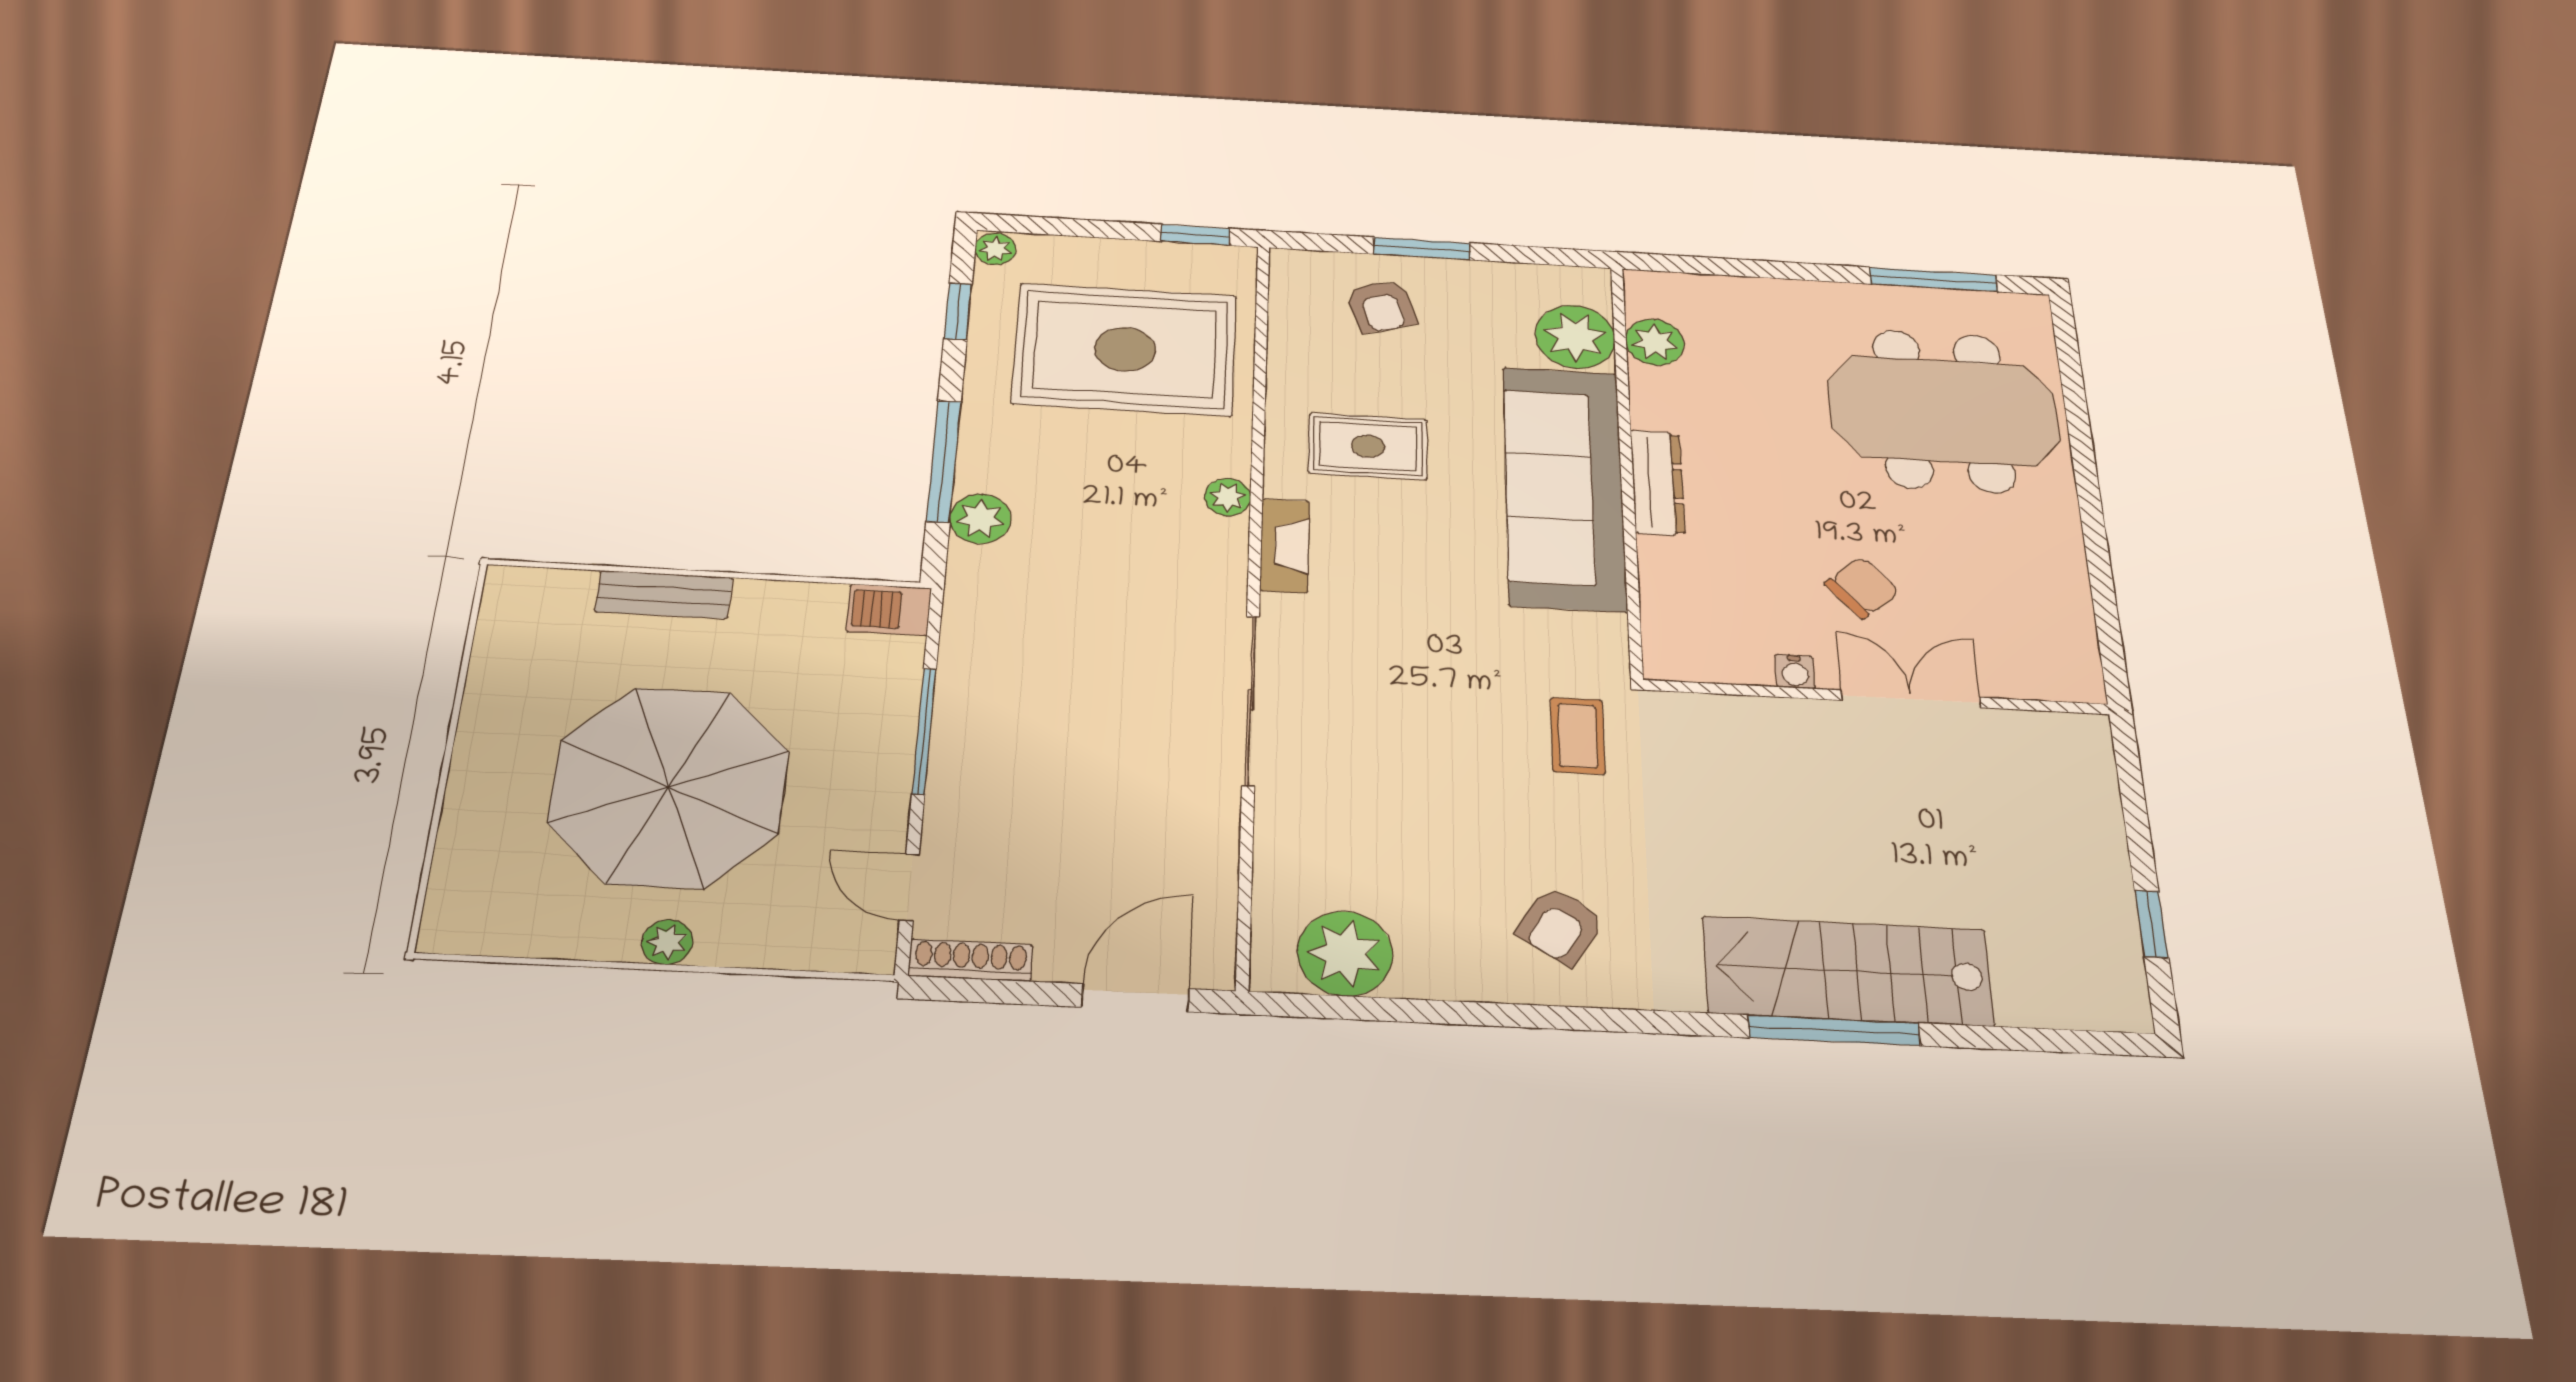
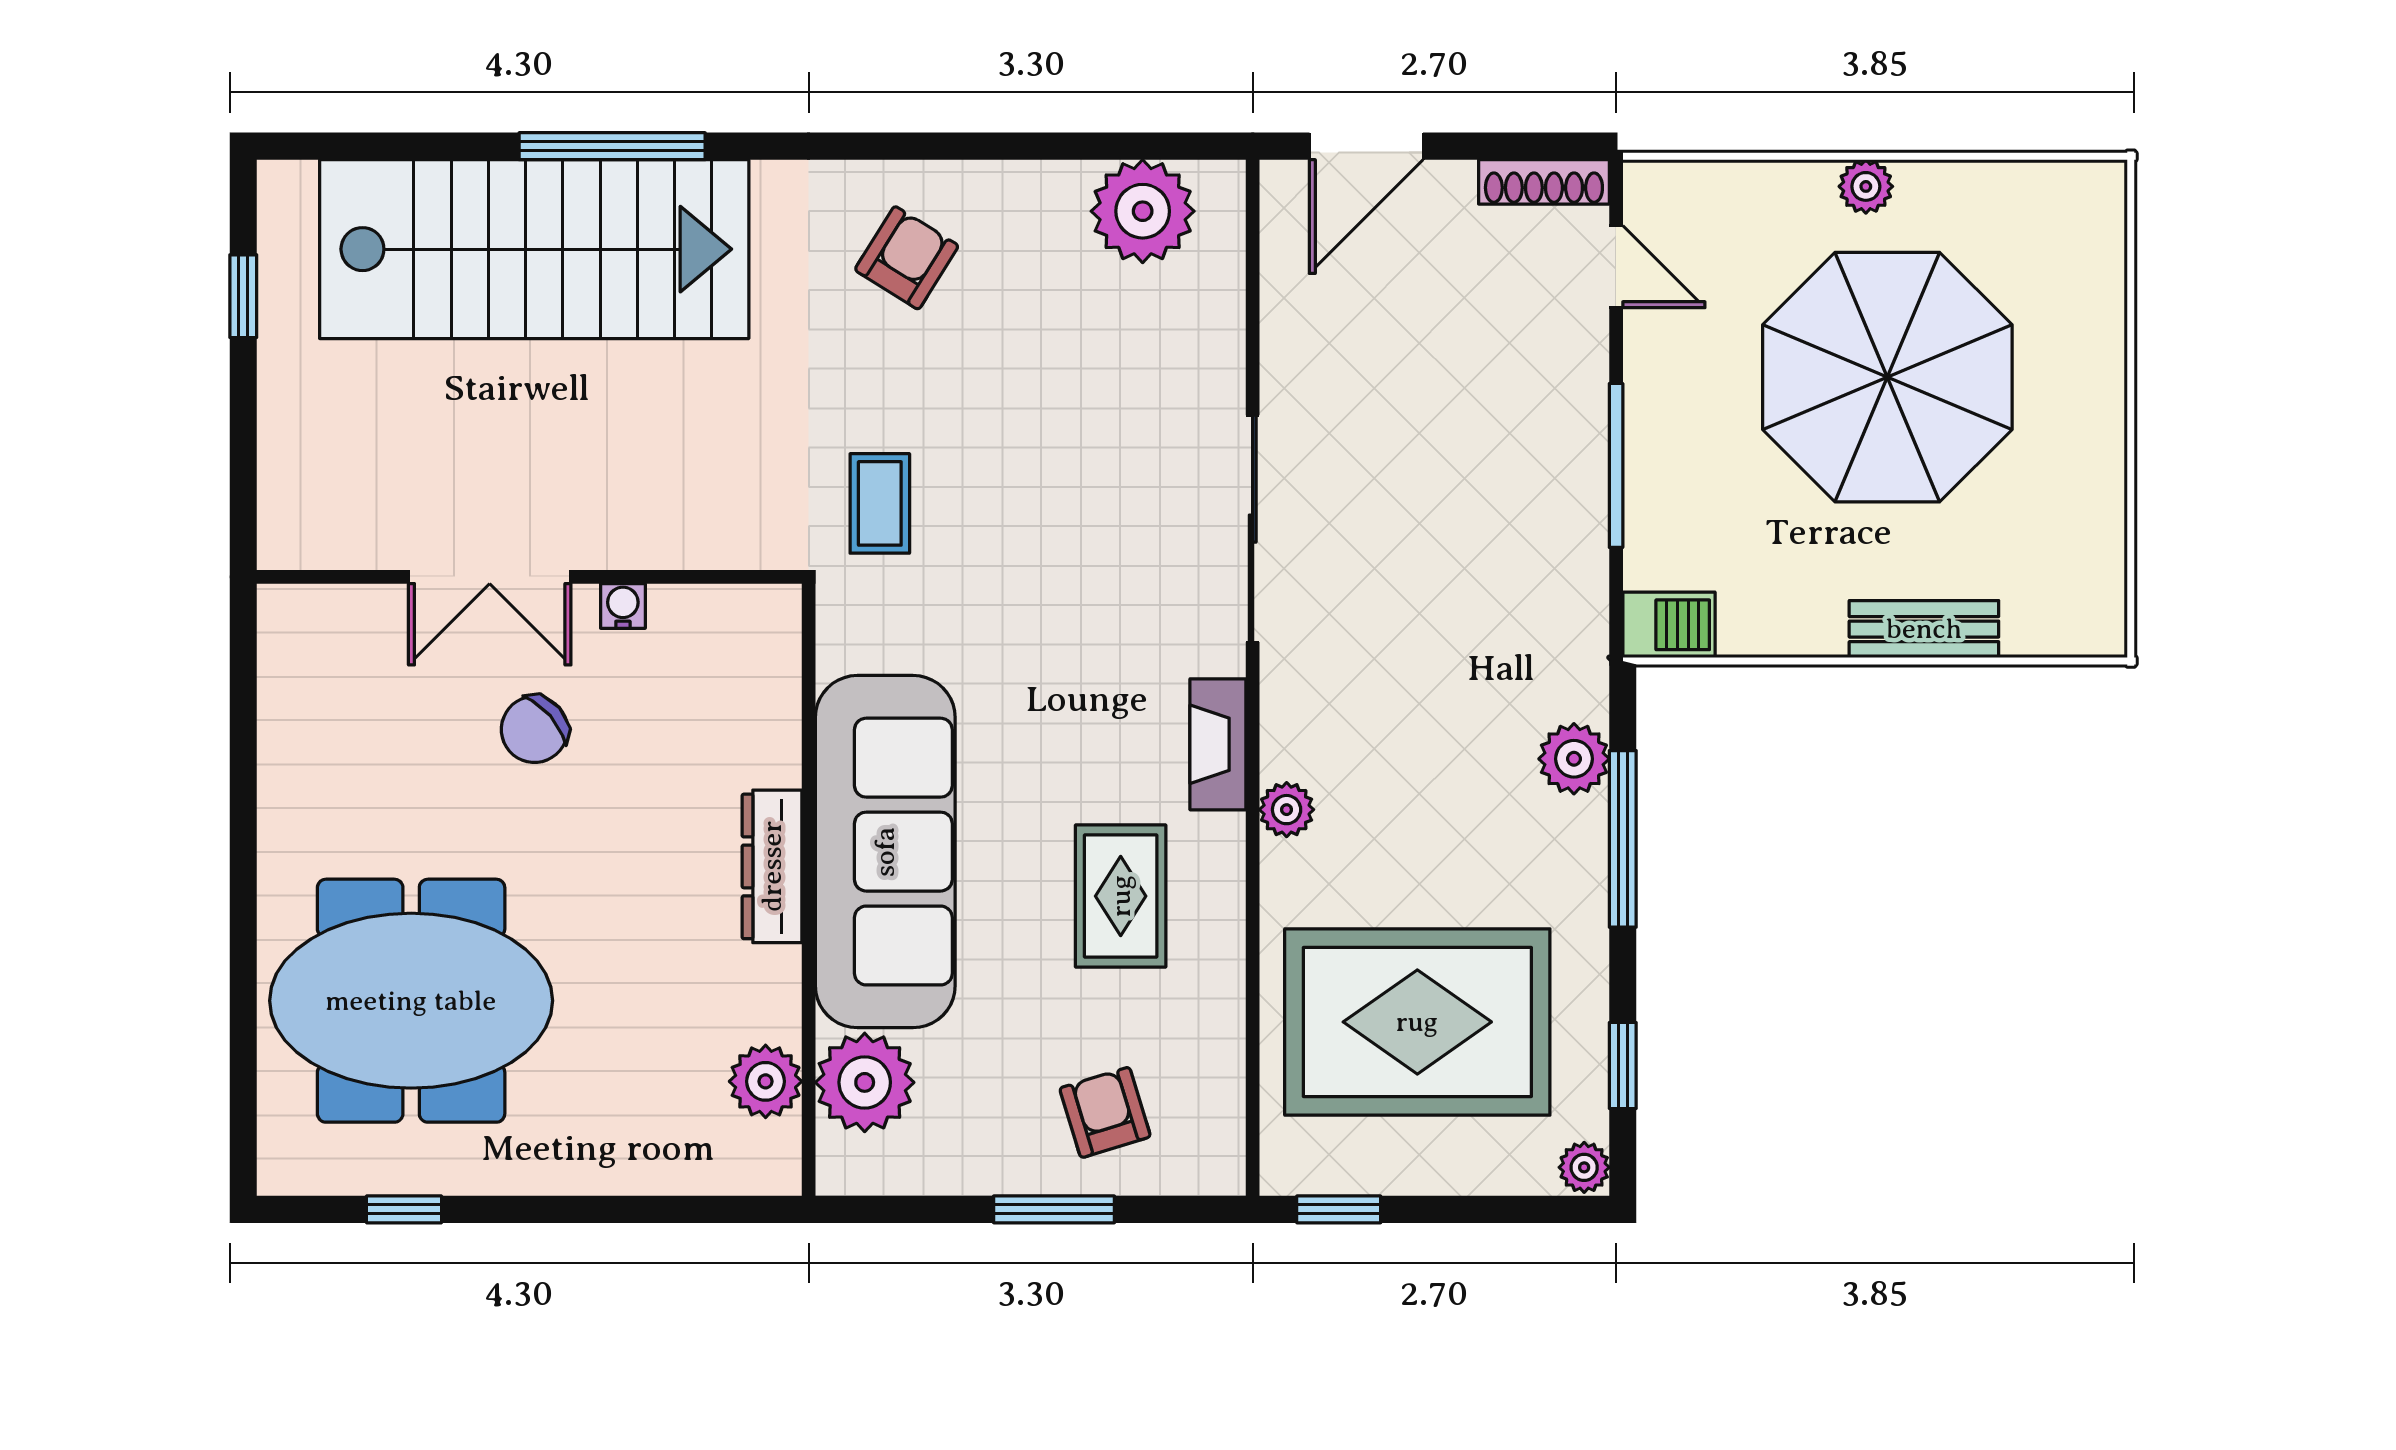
window: (1933, 279) -> (404, 1209), width x0.46
rug: (1368, 446) -> (1121, 896), turned 90
stairs: (1848, 971) -> (534, 249), width x1.36, depth x1.51

